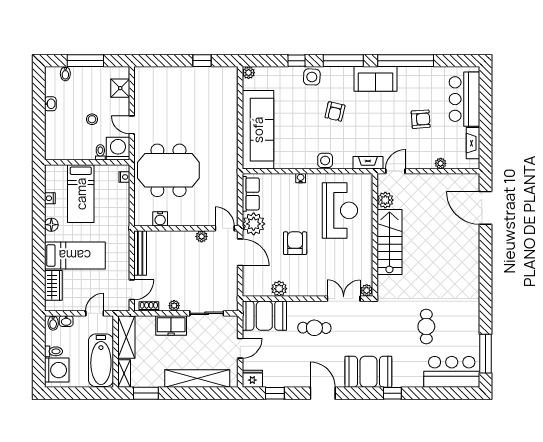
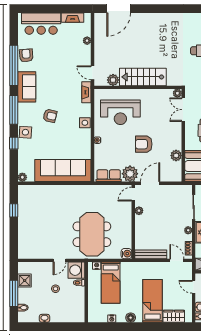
shower: (120, 88) -> (25, 281), moved
armchair: (421, 119) -> (26, 55), moved
bed: (81, 194) -> (111, 283), moved, turned 90
reception desk: (340, 210) -> (120, 112), turned 180
water cooler: (160, 219) -> (126, 254), moved

